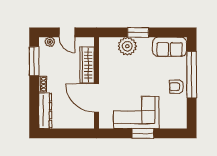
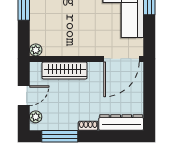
plant: (127, 46) -> (36, 50), moved, width x0.53, depth x0.53
door: (96, 98) -> (122, 59), moved

